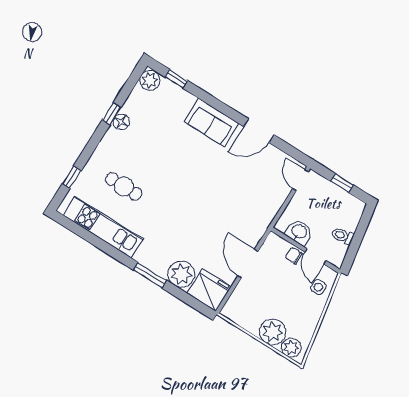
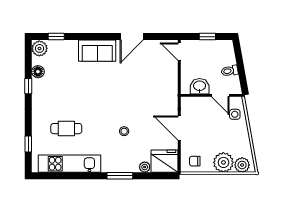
floor lamp: (121, 122) -> (38, 72), moved
stool: (185, 229) -> (124, 131), added
chair: (294, 256) -> (195, 161), moved
plant: (181, 274) -> (145, 167), width x0.53, depth x0.53

